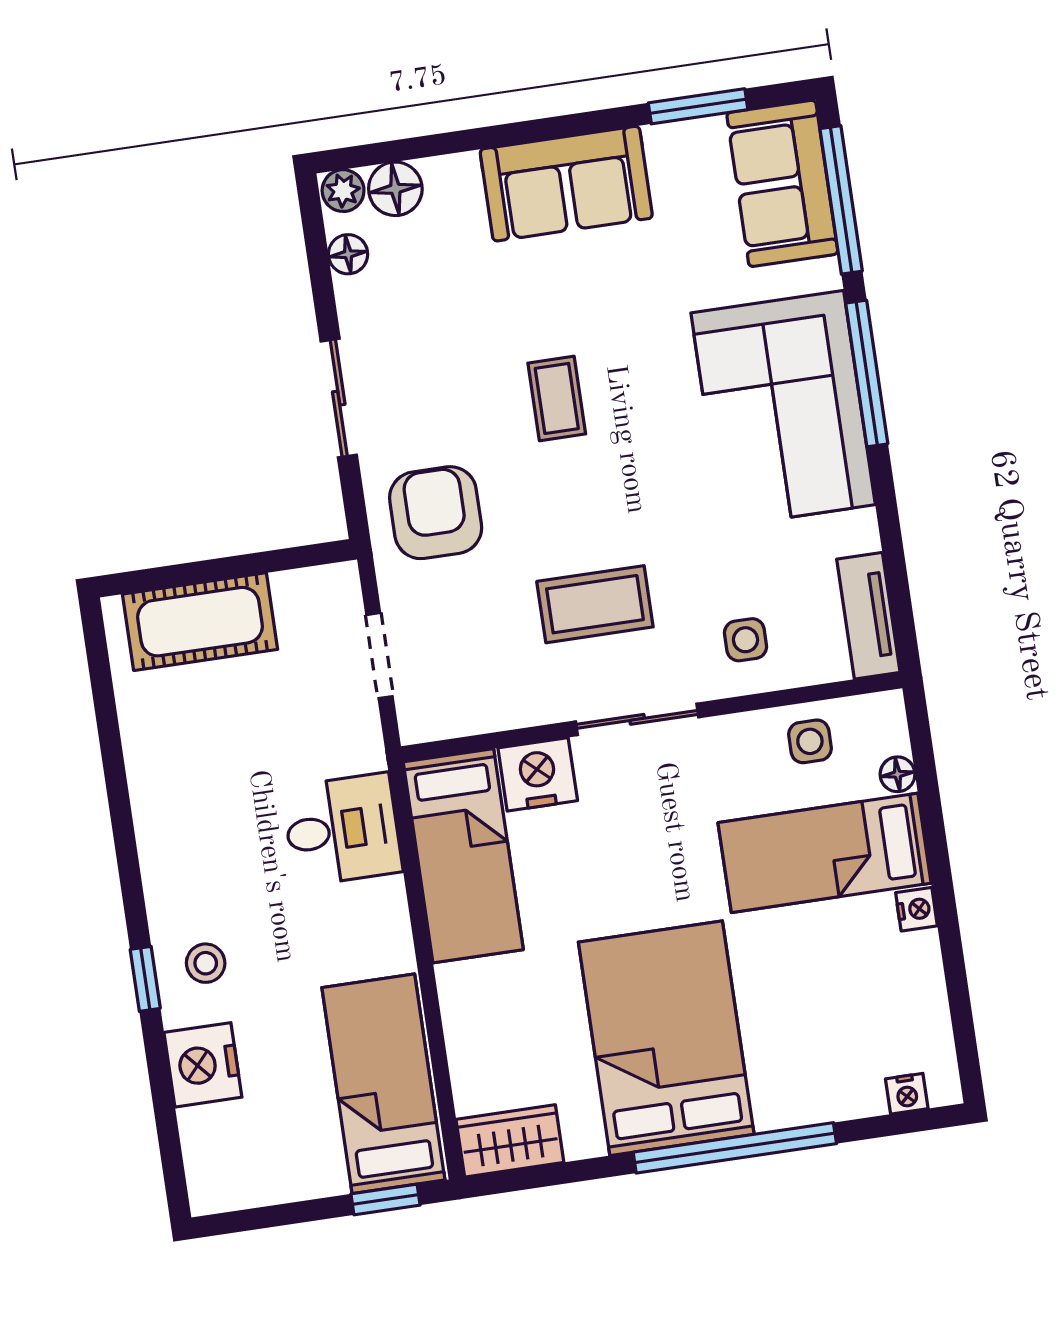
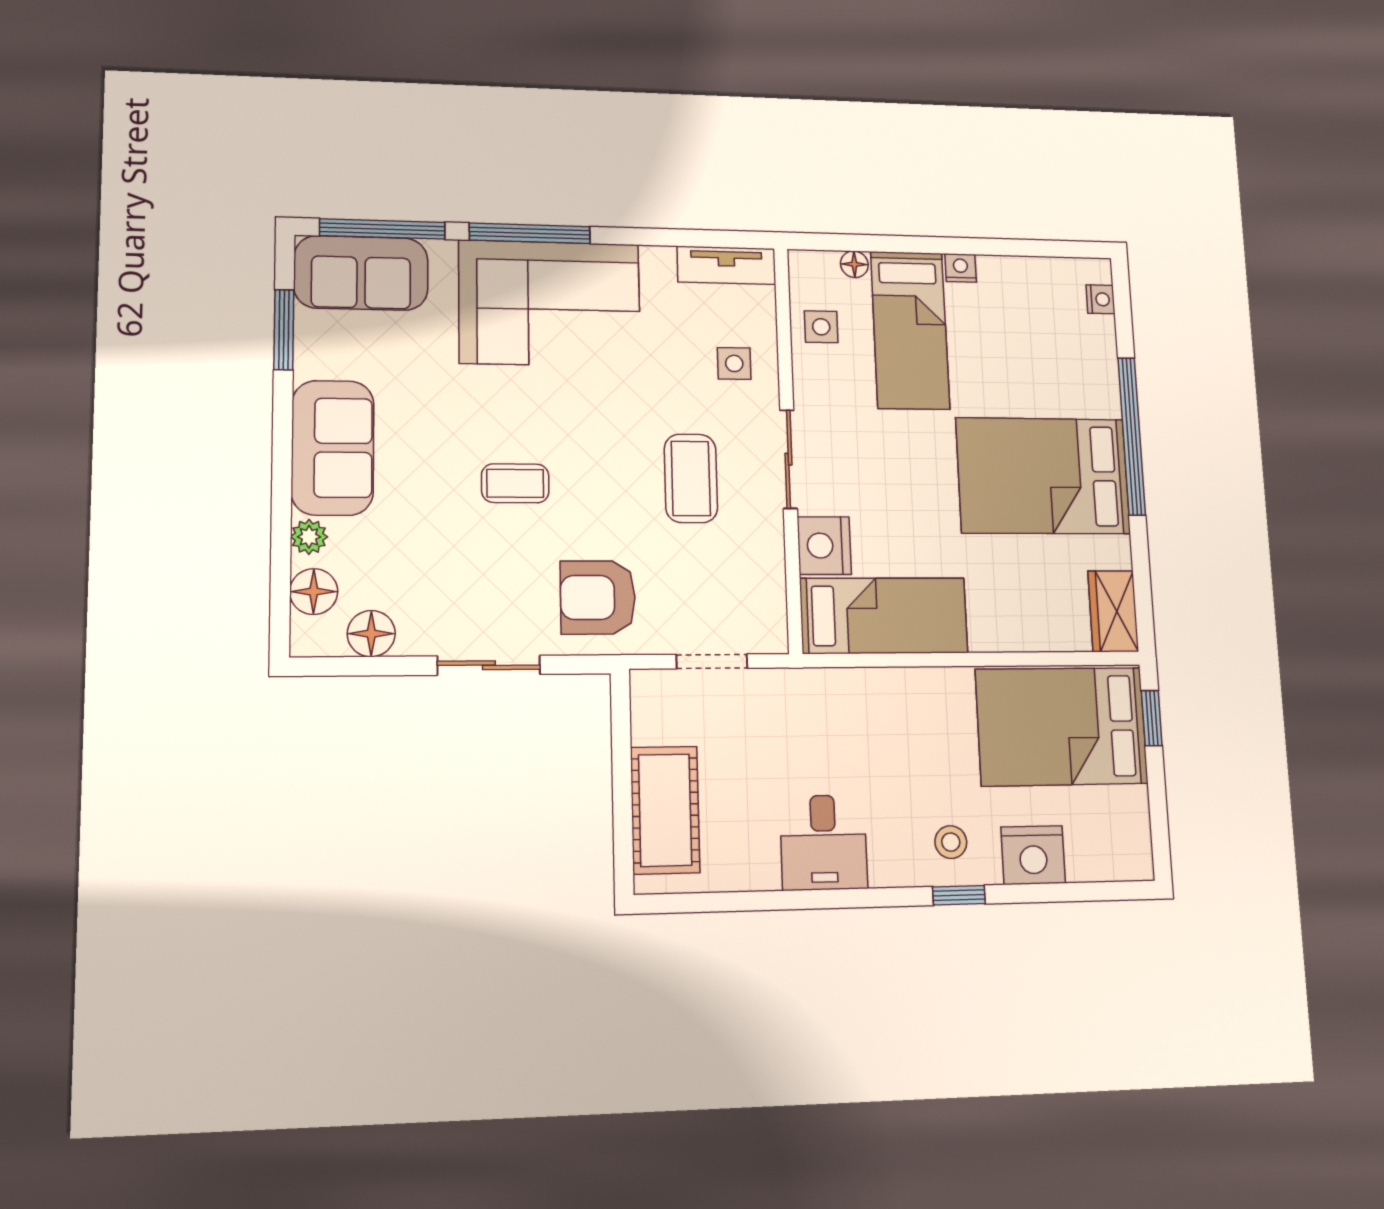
plant: (343, 191) -> (309, 537), moved
floor lamp: (348, 254) -> (371, 634), width x1.37, depth x1.37
desk: (342, 830) -> (824, 842), moved, turned 180
bed: (383, 1084) -> (1062, 726), width x1.50

